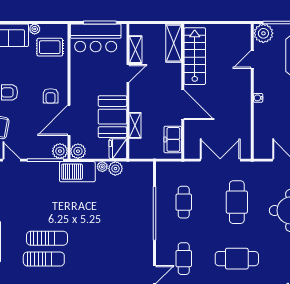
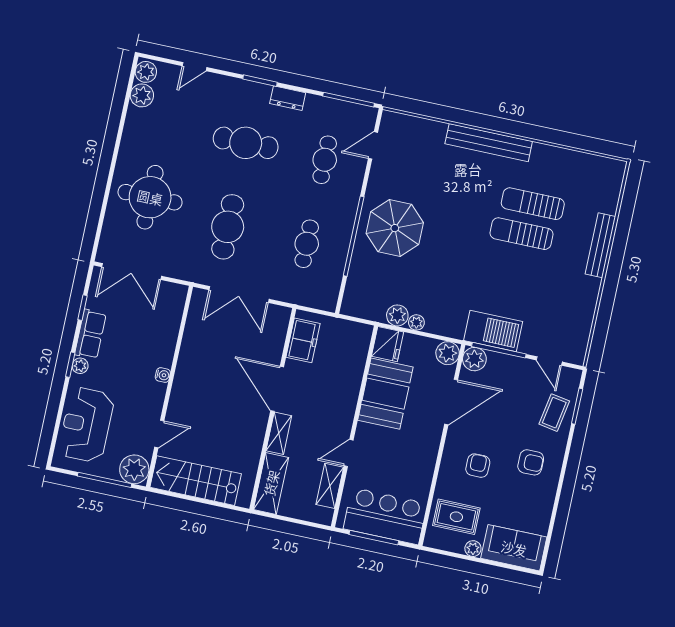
stairs: (195, 56) -> (196, 481), moved, turned 90
armchair: (51, 96) -> (478, 466), moved
shelving: (135, 125) -> (279, 433), moved
barbecue: (77, 172) -> (493, 331), moved
parasol: (129, 224) -> (395, 228), added

